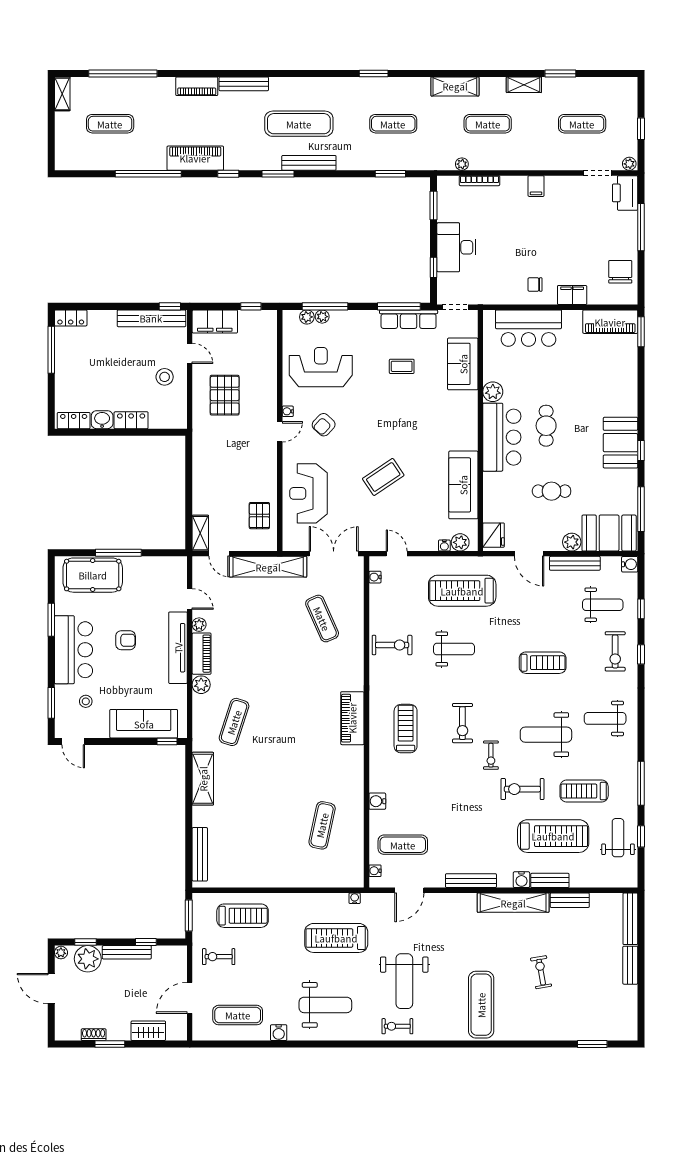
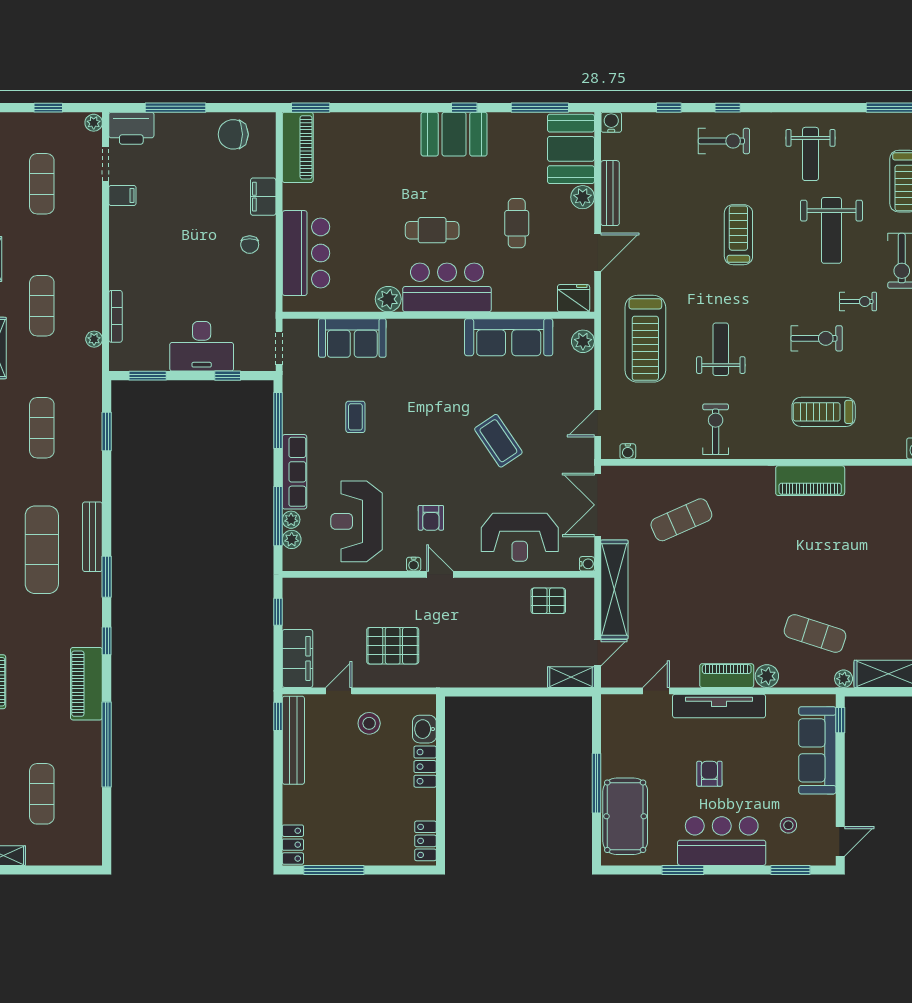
filing cabinet: (536, 186) -> (122, 195), moved
row of seats: (409, 319) -> (294, 472), moved
washbasin: (102, 420) -> (424, 729), moved
armchair: (324, 425) -> (431, 518), turned 47
water cooler: (444, 545) -> (587, 564), moved
weight bench: (603, 605) -> (664, 157), removed
plant: (199, 625) -> (844, 679), moved

